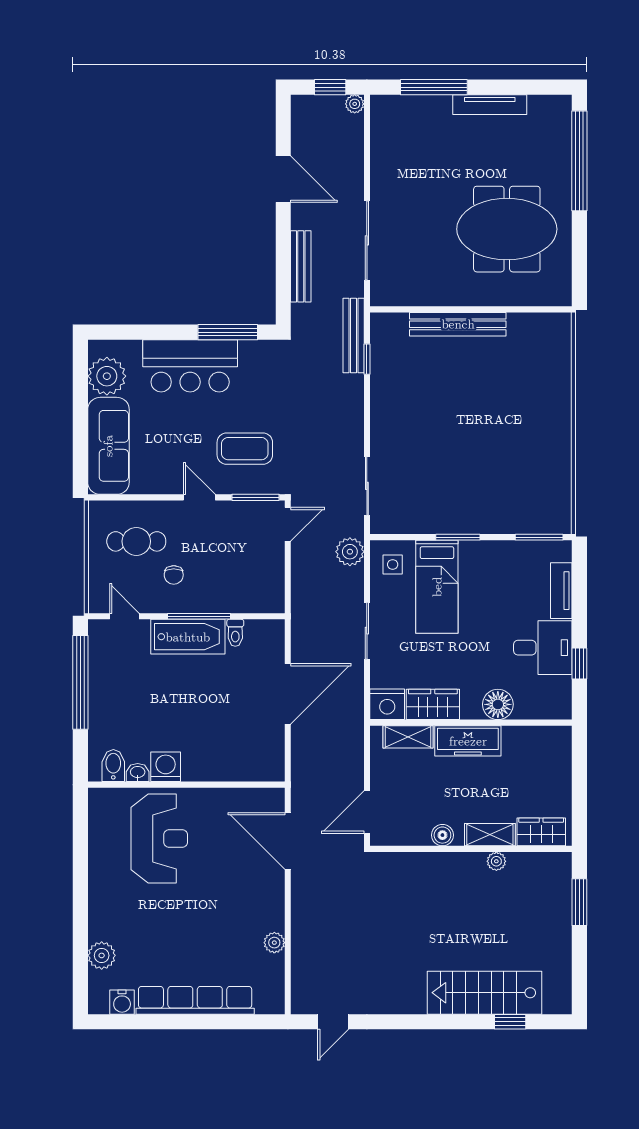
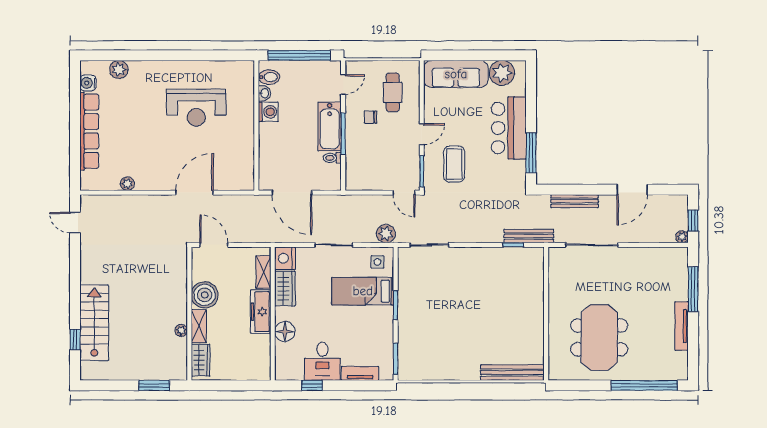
bench: (458, 324) -> (512, 373), moved, turned 90
bidet: (113, 765) -> (269, 77), moved
washing machine: (166, 767) -> (268, 112), moved
washbasin: (138, 773) -> (264, 93), moved
wall: (186, 785) -> (256, 125), moved
boiler: (442, 835) -> (205, 295), width x1.86, depth x1.86

